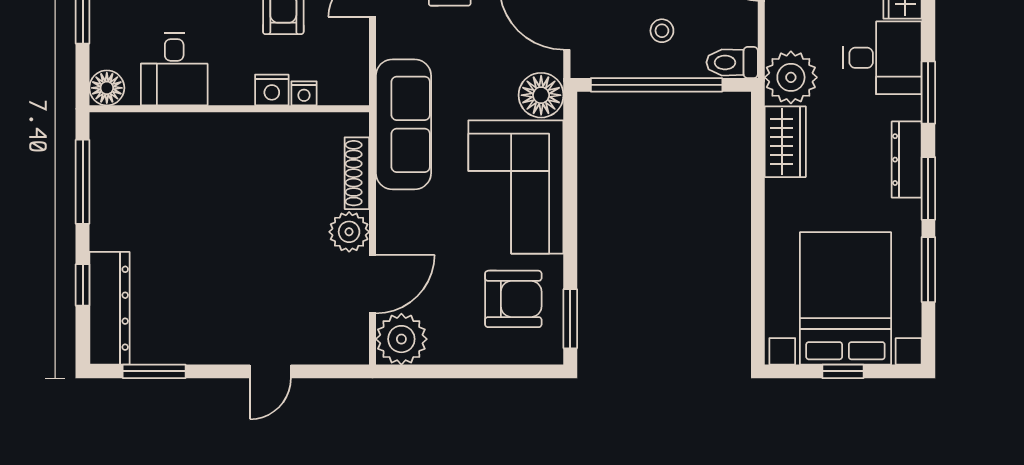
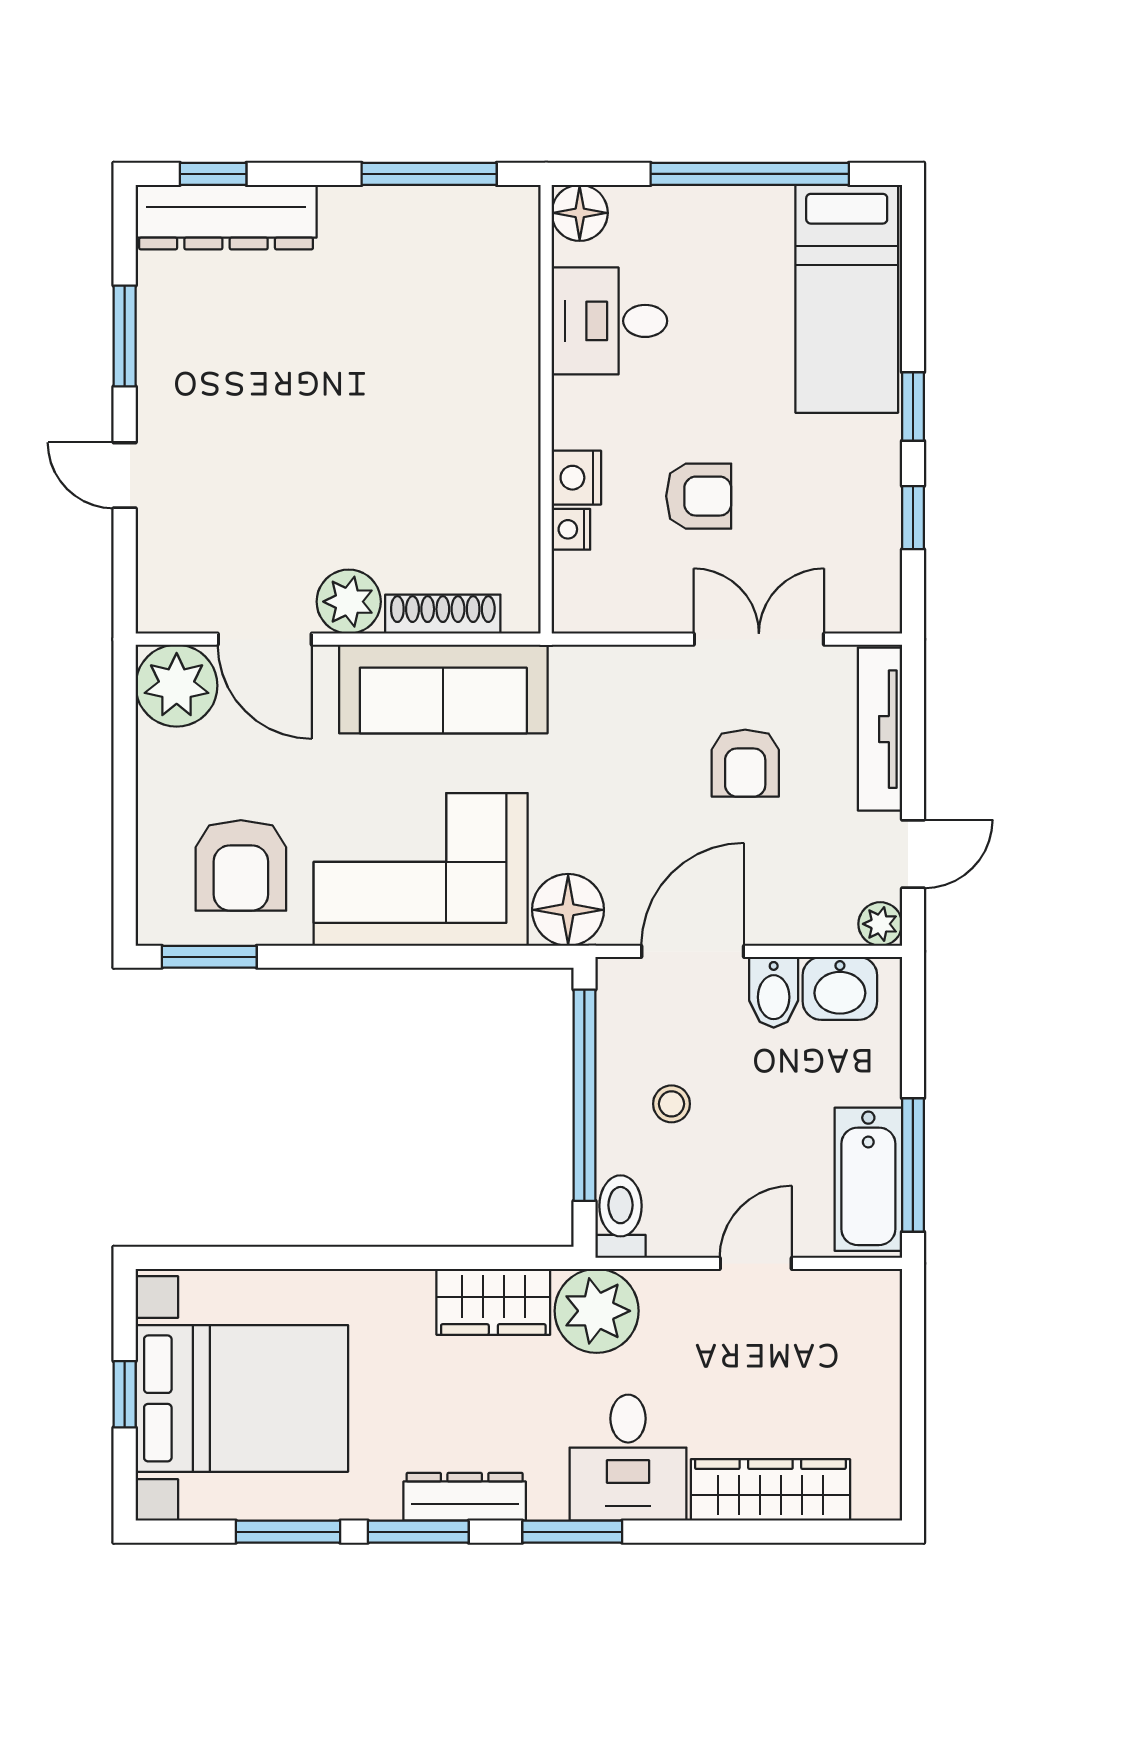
sofa: (403, 124) -> (443, 689), moved
window: (83, 285) -> (213, 174), moved
window: (154, 371) -> (125, 336), moved

